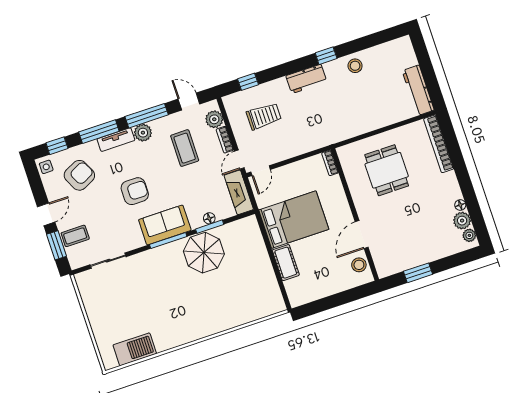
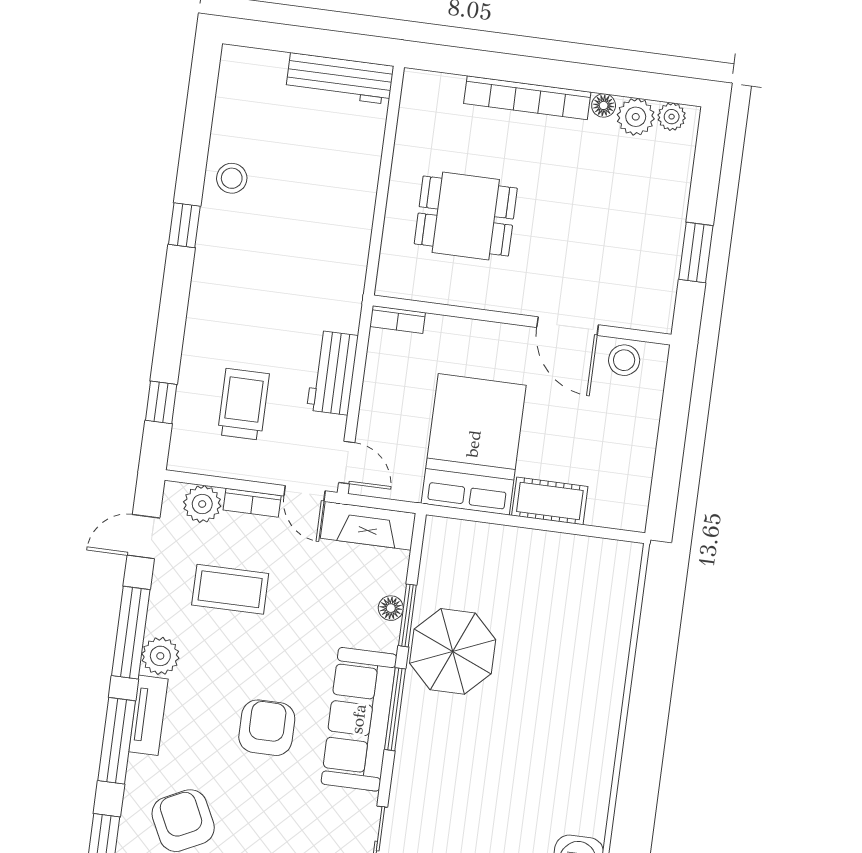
workbench: (306, 79) -> (332, 373), moved, turned 180
bookcase: (439, 144) -> (527, 98), moved
sofa: (165, 225) -> (359, 719), width x1.36

